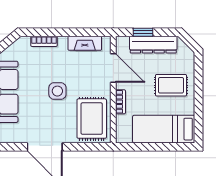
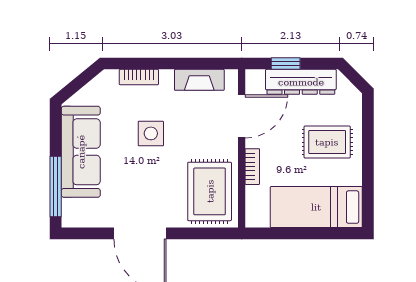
door: (113, 68) -> (242, 116), hinge flipped
side table: (57, 91) -> (151, 133), moved

